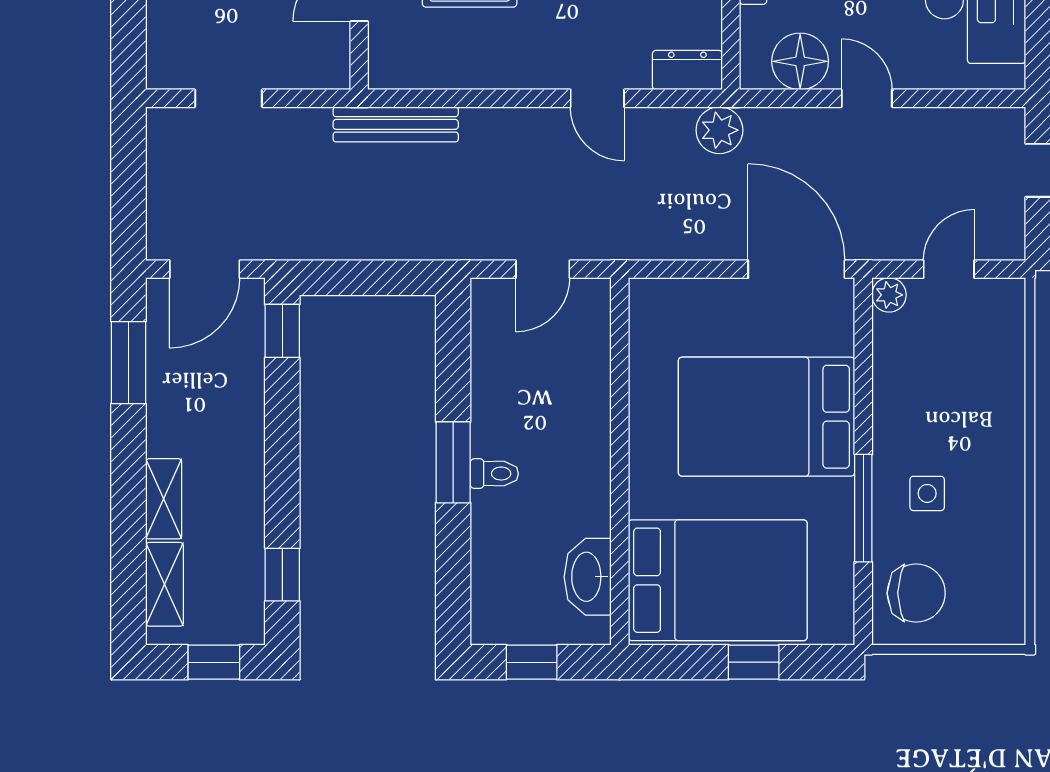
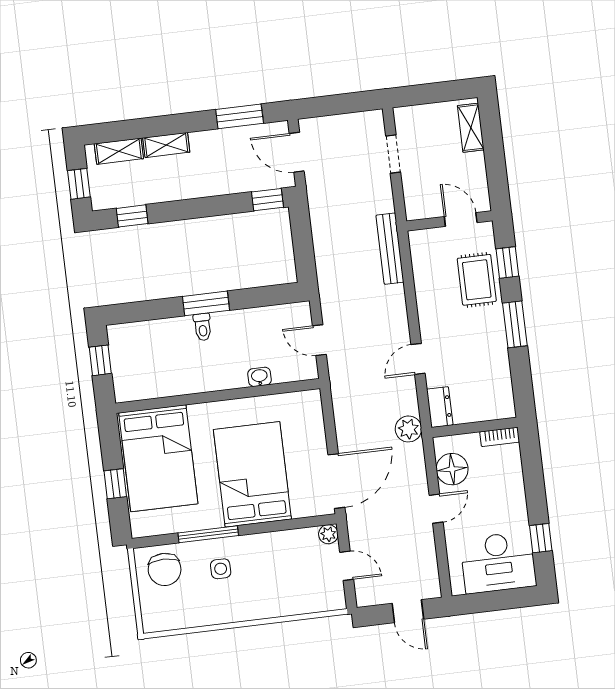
washbasin: (588, 577) -> (259, 377), moved, width x0.52, depth x0.69

